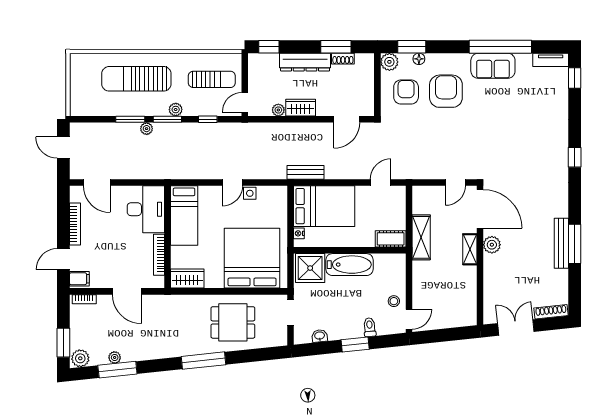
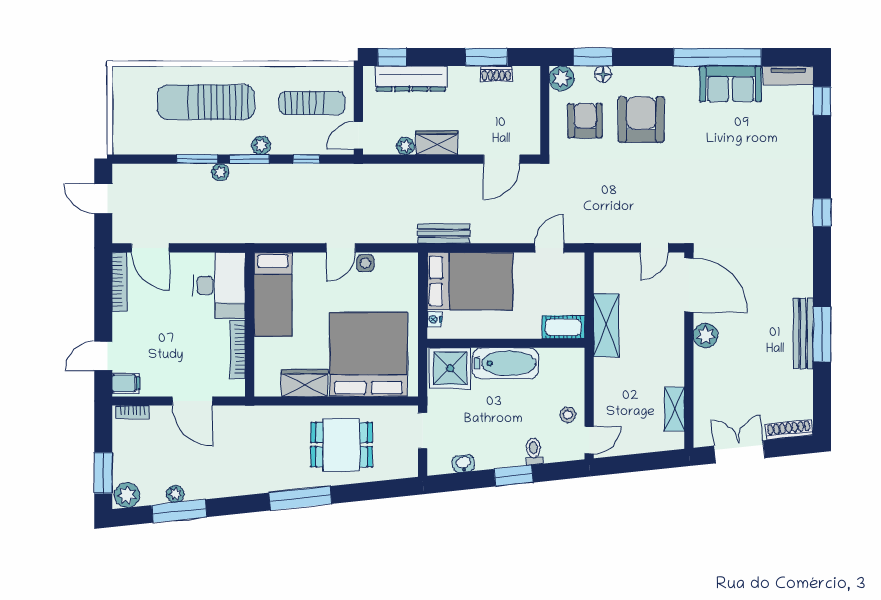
dresser: (305, 62) -> (411, 79), moved
sofa: (493, 66) -> (731, 84), moved
bookcase: (75, 224) -> (120, 282), moved
shelving: (470, 249) -> (675, 409), moved
wardrobe: (187, 279) -> (305, 383), moved

